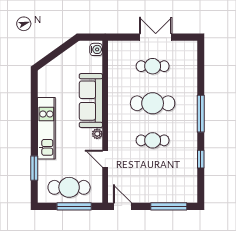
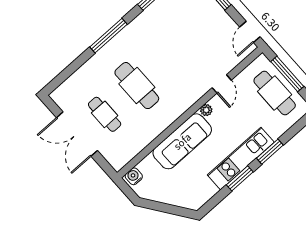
double door: (156, 37) -> (77, 134), width x1.37
window: (34, 116) -> (240, 178), added
cafe table: (153, 140) -> (169, 57), removed
window: (34, 168) -> (270, 152), moved

